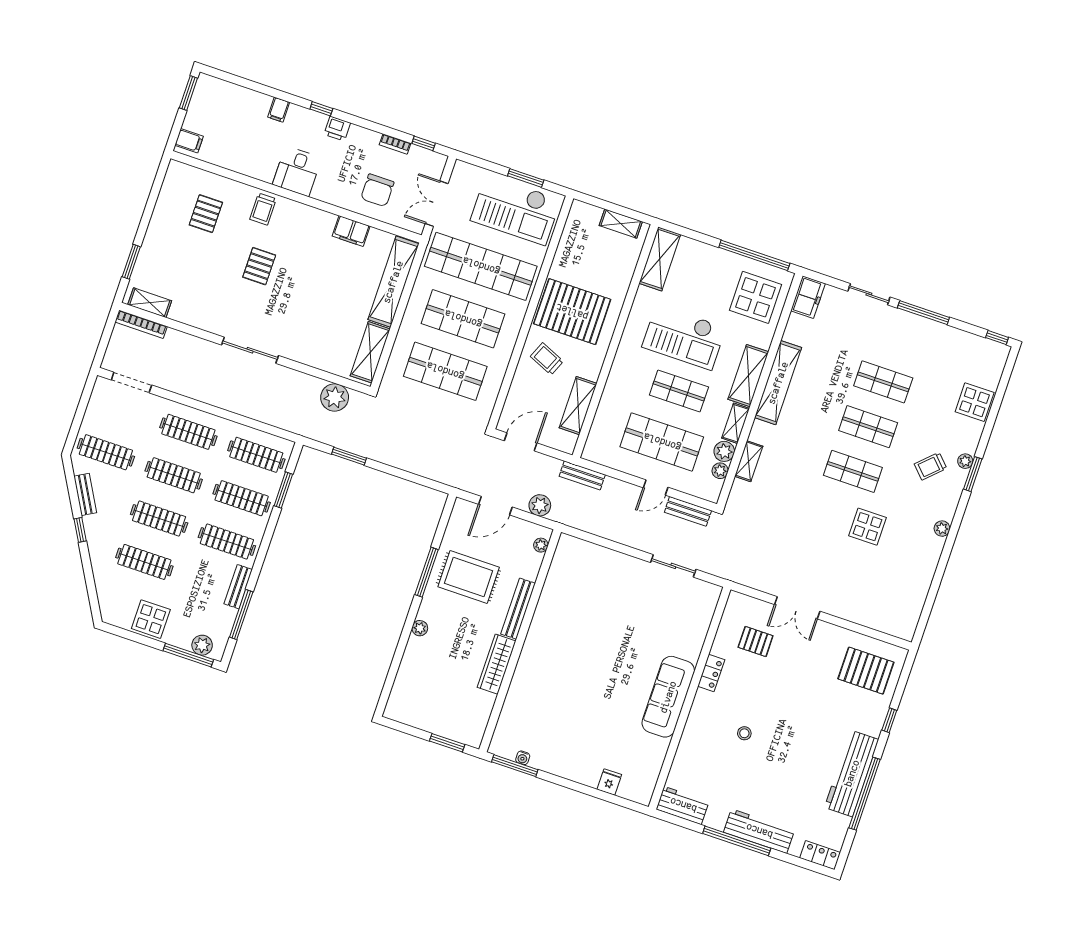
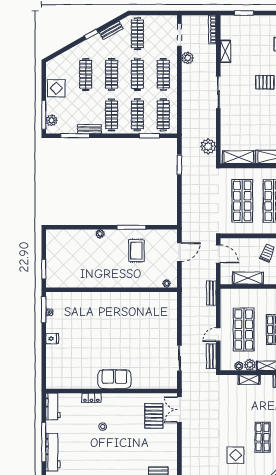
shelving: (150, 303) -> (225, 51), moved
door: (656, 488) -> (218, 335), hinge flipped
plant: (540, 505) -> (188, 58), moved
door: (495, 506) -> (179, 252), swing flipped
rug: (469, 577) -> (136, 251), width x0.73, depth x0.70
double door: (797, 608) -> (179, 410), moved
bench: (518, 609) -> (128, 283), removed
pallet: (756, 641) -> (154, 416), width x1.50, depth x1.42
wardrobe: (497, 664) -> (95, 281), removed
locker: (711, 673) -> (91, 398), moved
sofa: (668, 697) -> (114, 379), width x0.73
fridge: (609, 782) -> (52, 339), moved

